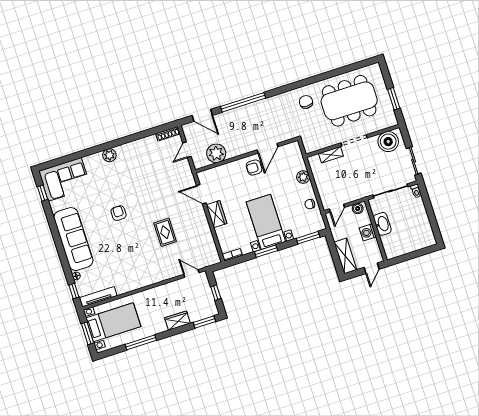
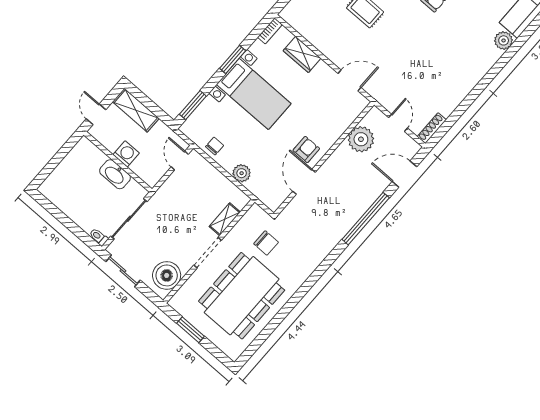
chair: (306, 102) -> (266, 243), moved
plant: (109, 155) -> (504, 40), moved
boiler: (358, 209) -> (155, 175), removed
wardrobe: (217, 214) -> (302, 55), moved

